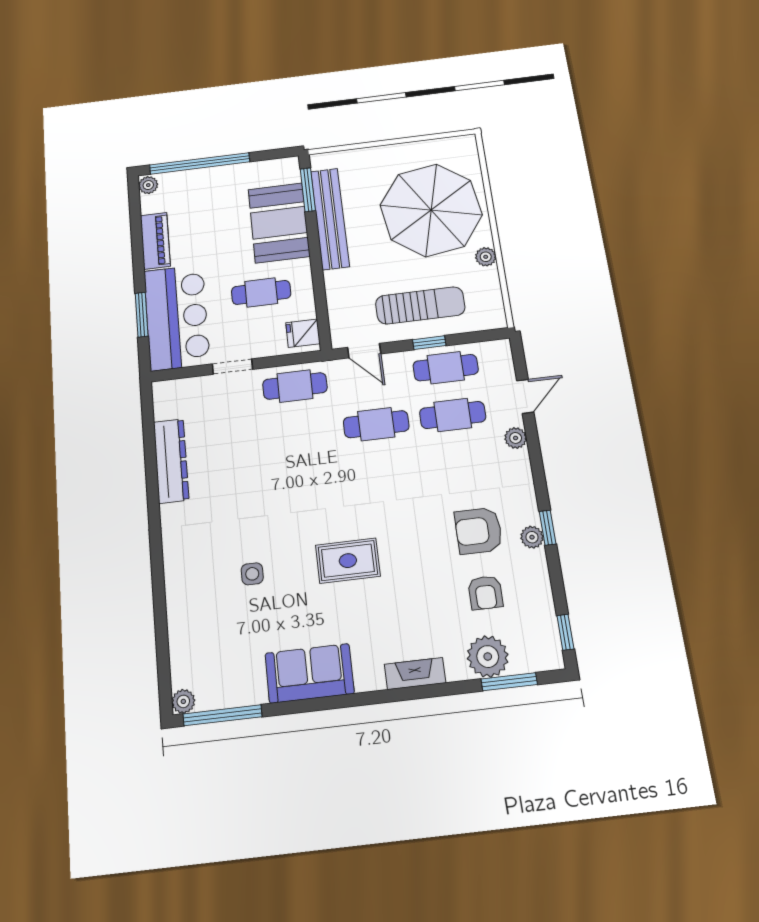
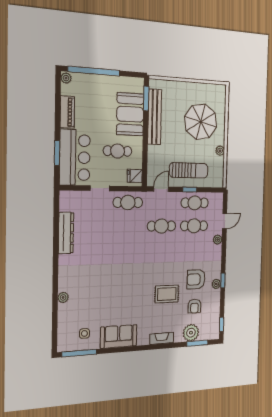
parasol: (431, 210) -> (201, 122), width x0.73, depth x0.73
door: (364, 351) -> (161, 189), swing flipped
rug: (348, 561) -> (167, 294), moved
side table: (252, 574) -> (84, 333), moved
plant: (183, 701) -> (63, 297), moved

